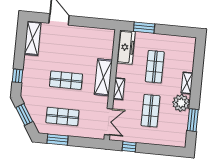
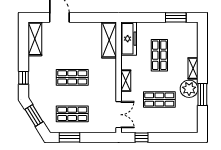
window: (144, 28) -> (176, 17), moved
shelving: (103, 77) -> (109, 40), moved
shop shelf: (150, 111) -> (159, 100), turned 90
window: (193, 120) -> (202, 95), moved

